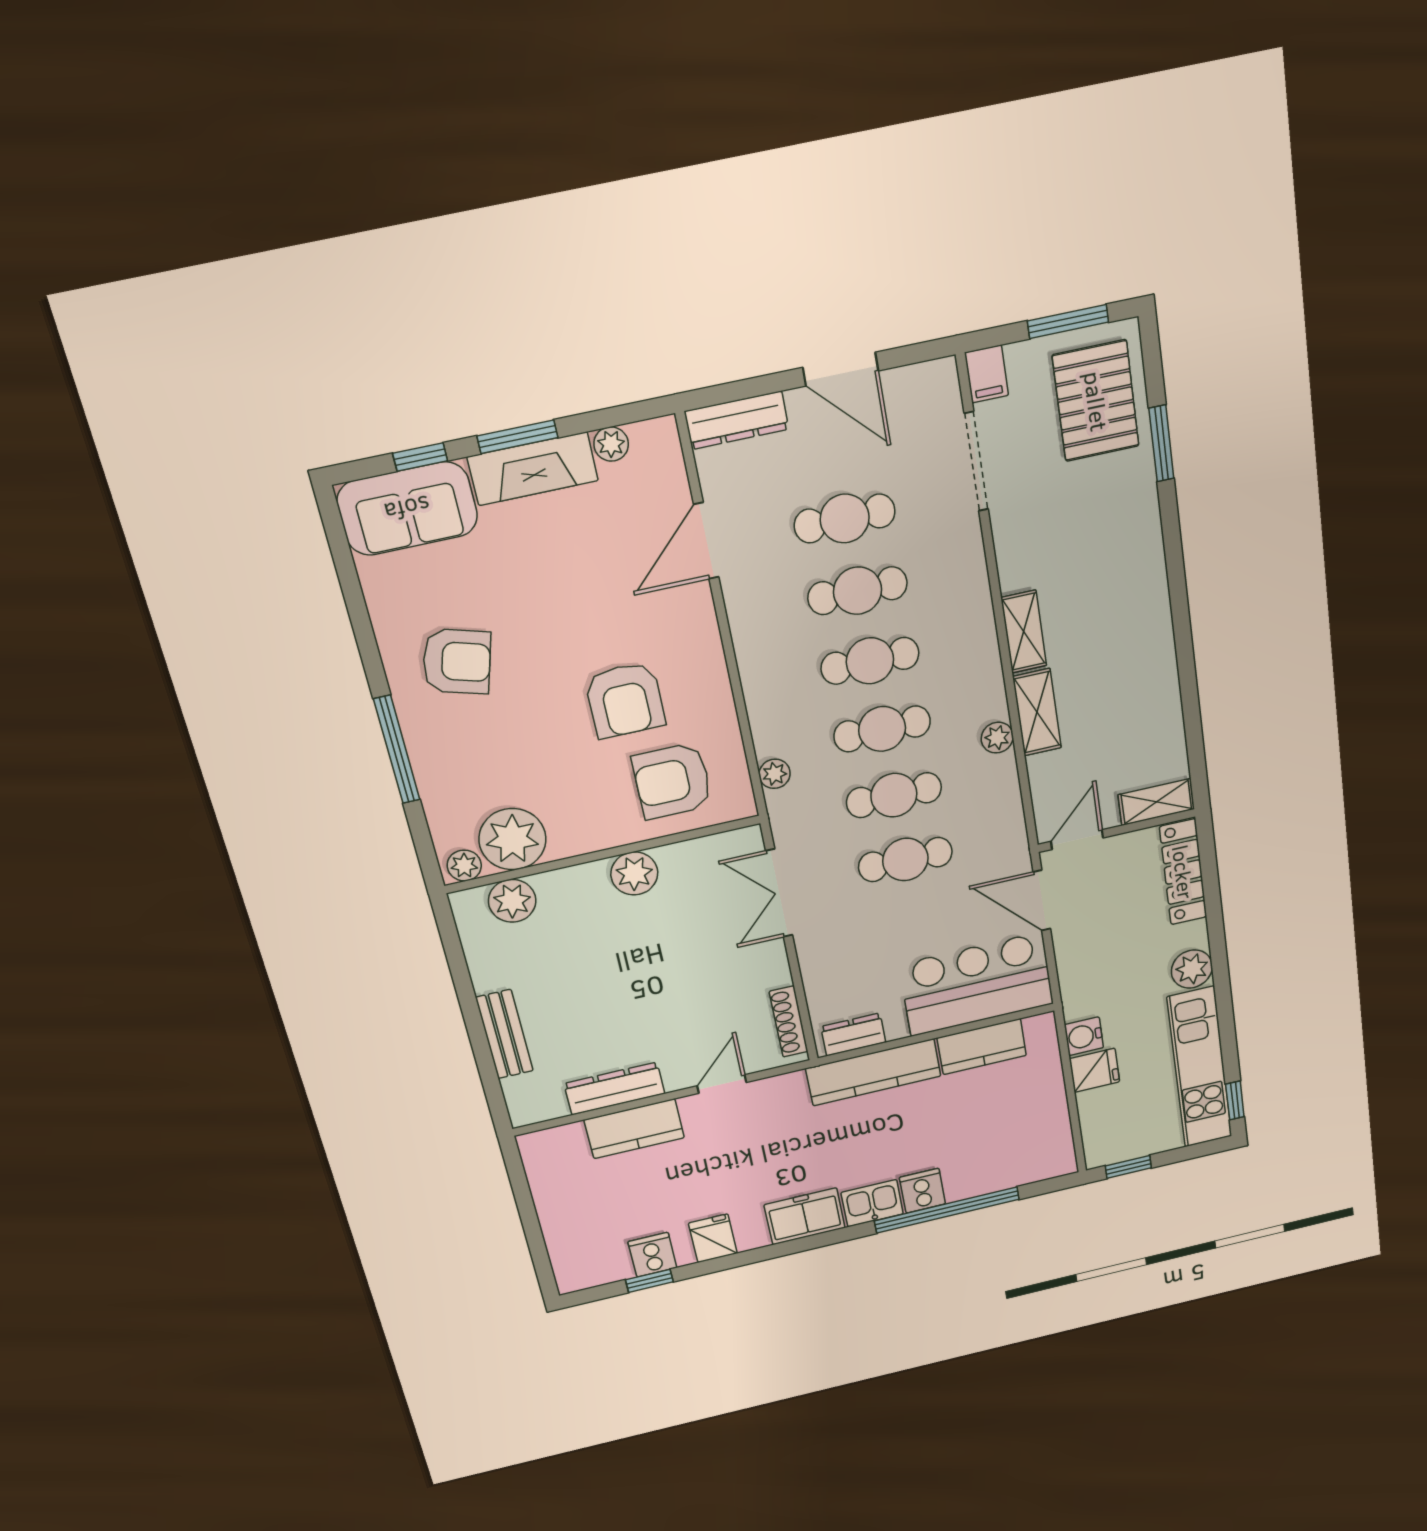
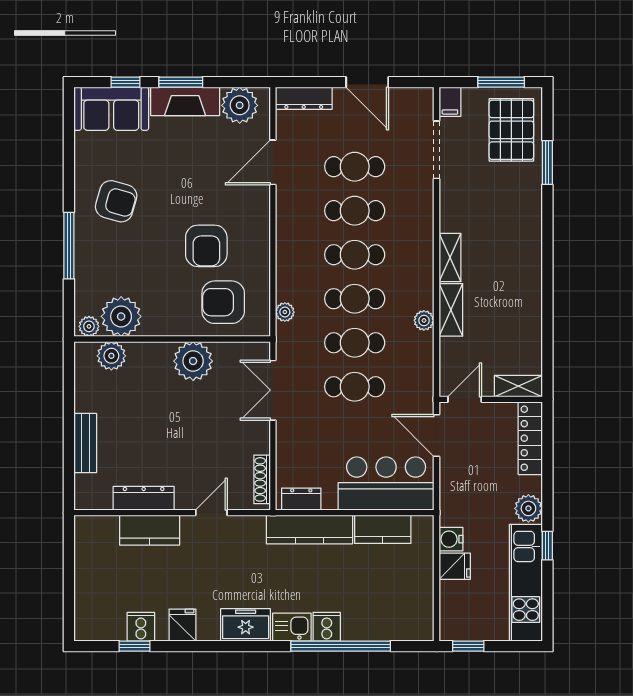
plant: (611, 444) -> (240, 105), width x1.88, depth x1.88
plant: (634, 874) -> (193, 361), width x1.36, depth x1.36
window: (1235, 1100) -> (547, 546), moved

